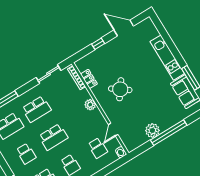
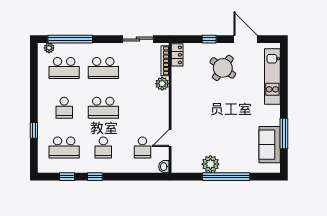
kitchen unit: (167, 58) -> (272, 77), moved
locker: (89, 79) -> (177, 55), moved
round table: (120, 89) -> (223, 68), moved
plant: (90, 105) -> (162, 84), moved

